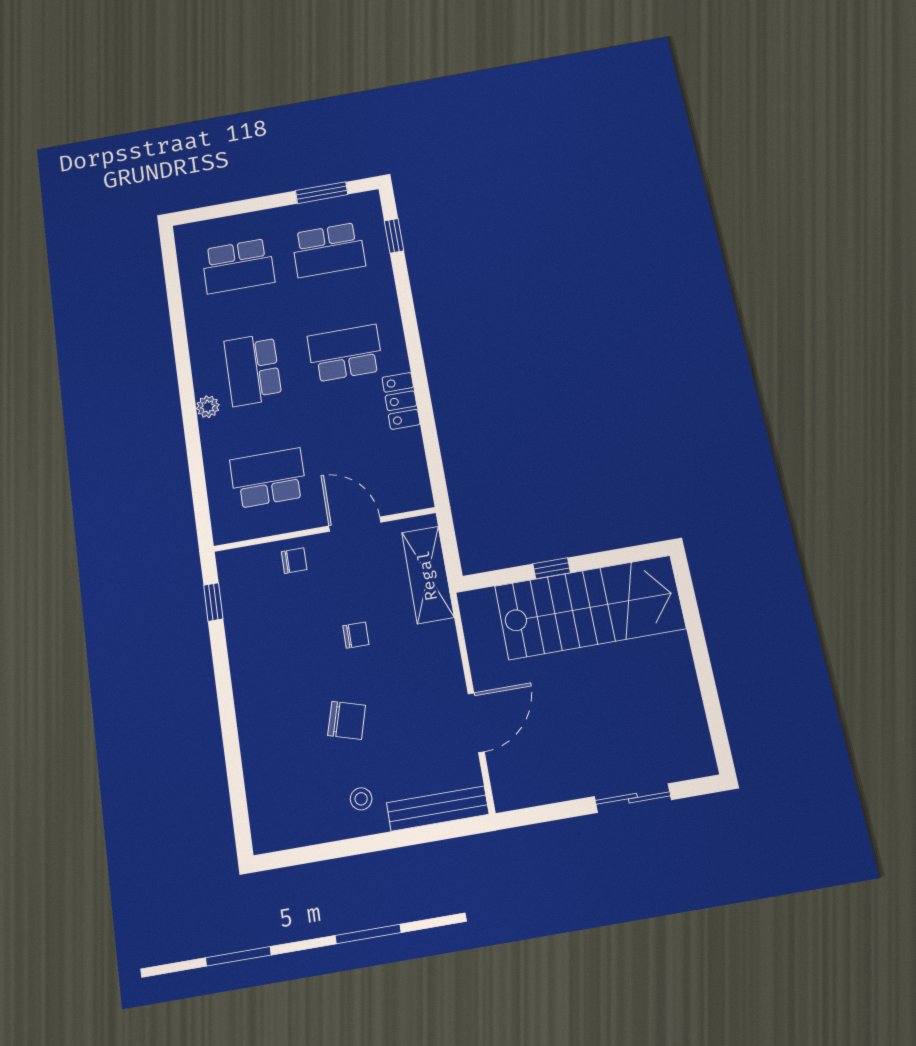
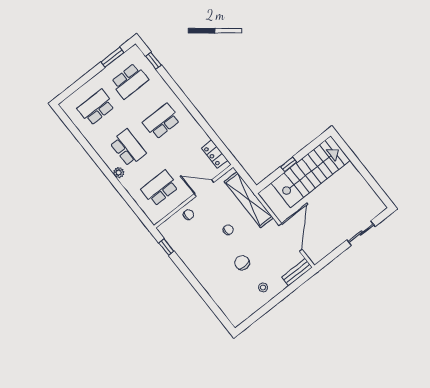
school desk: (238, 266) -> (96, 107), turned 180
school desk: (253, 369) -> (128, 148), turned 180
locker: (401, 401) -> (215, 154), moved
shelving: (428, 575) -> (249, 200), width x1.47
chair: (347, 720) -> (242, 263), turned -106
door: (476, 723) -> (290, 237), width x1.36
bench: (438, 809) -> (297, 272), width x0.73

